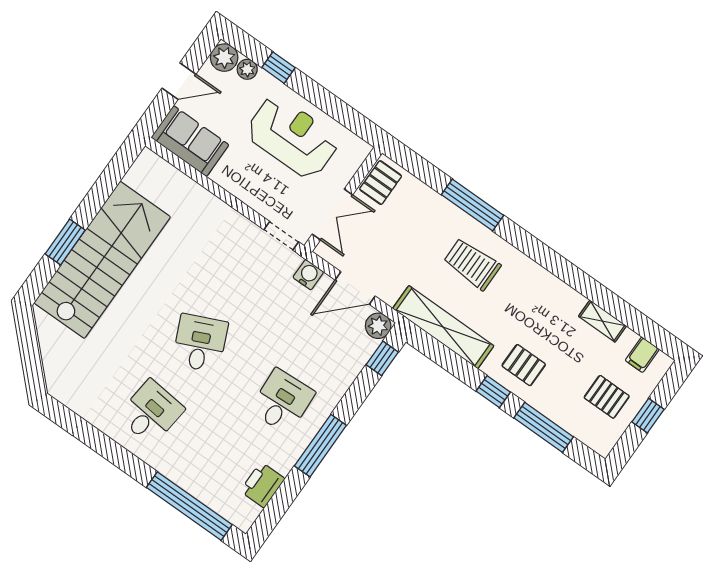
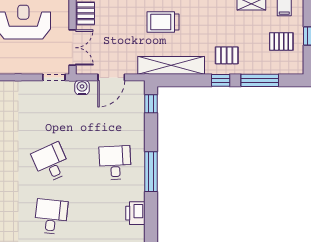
plant: (378, 326) -> (137, 88), removed

